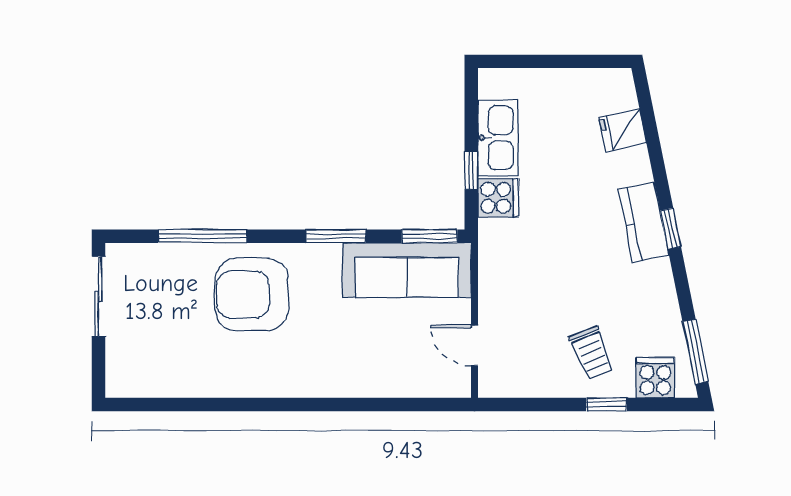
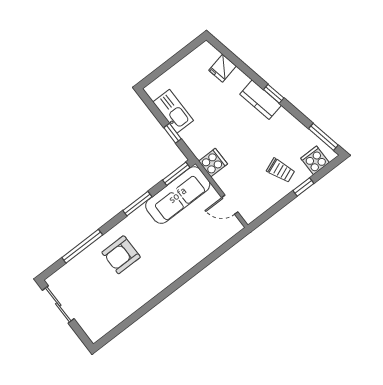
cooker: (498, 198) -> (213, 163), moved
armchair: (252, 295) -> (121, 255), width x0.73, depth x0.73

